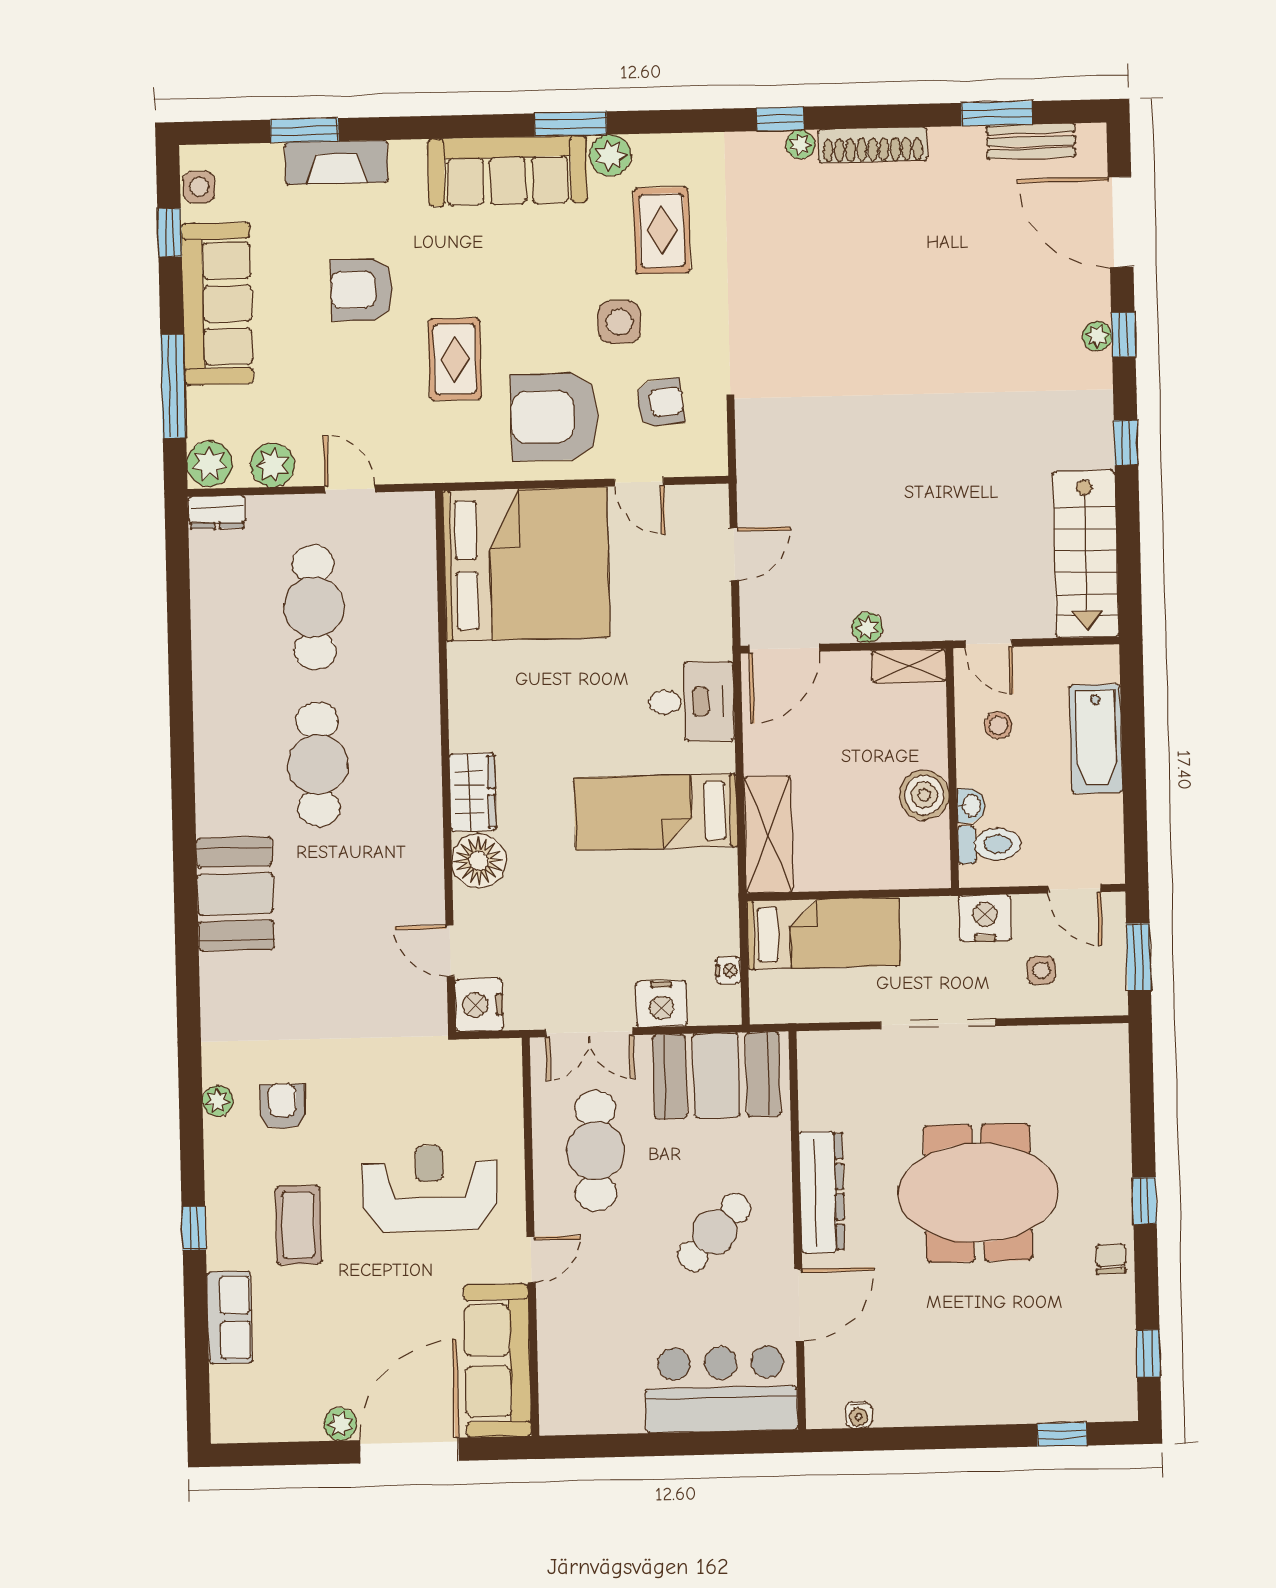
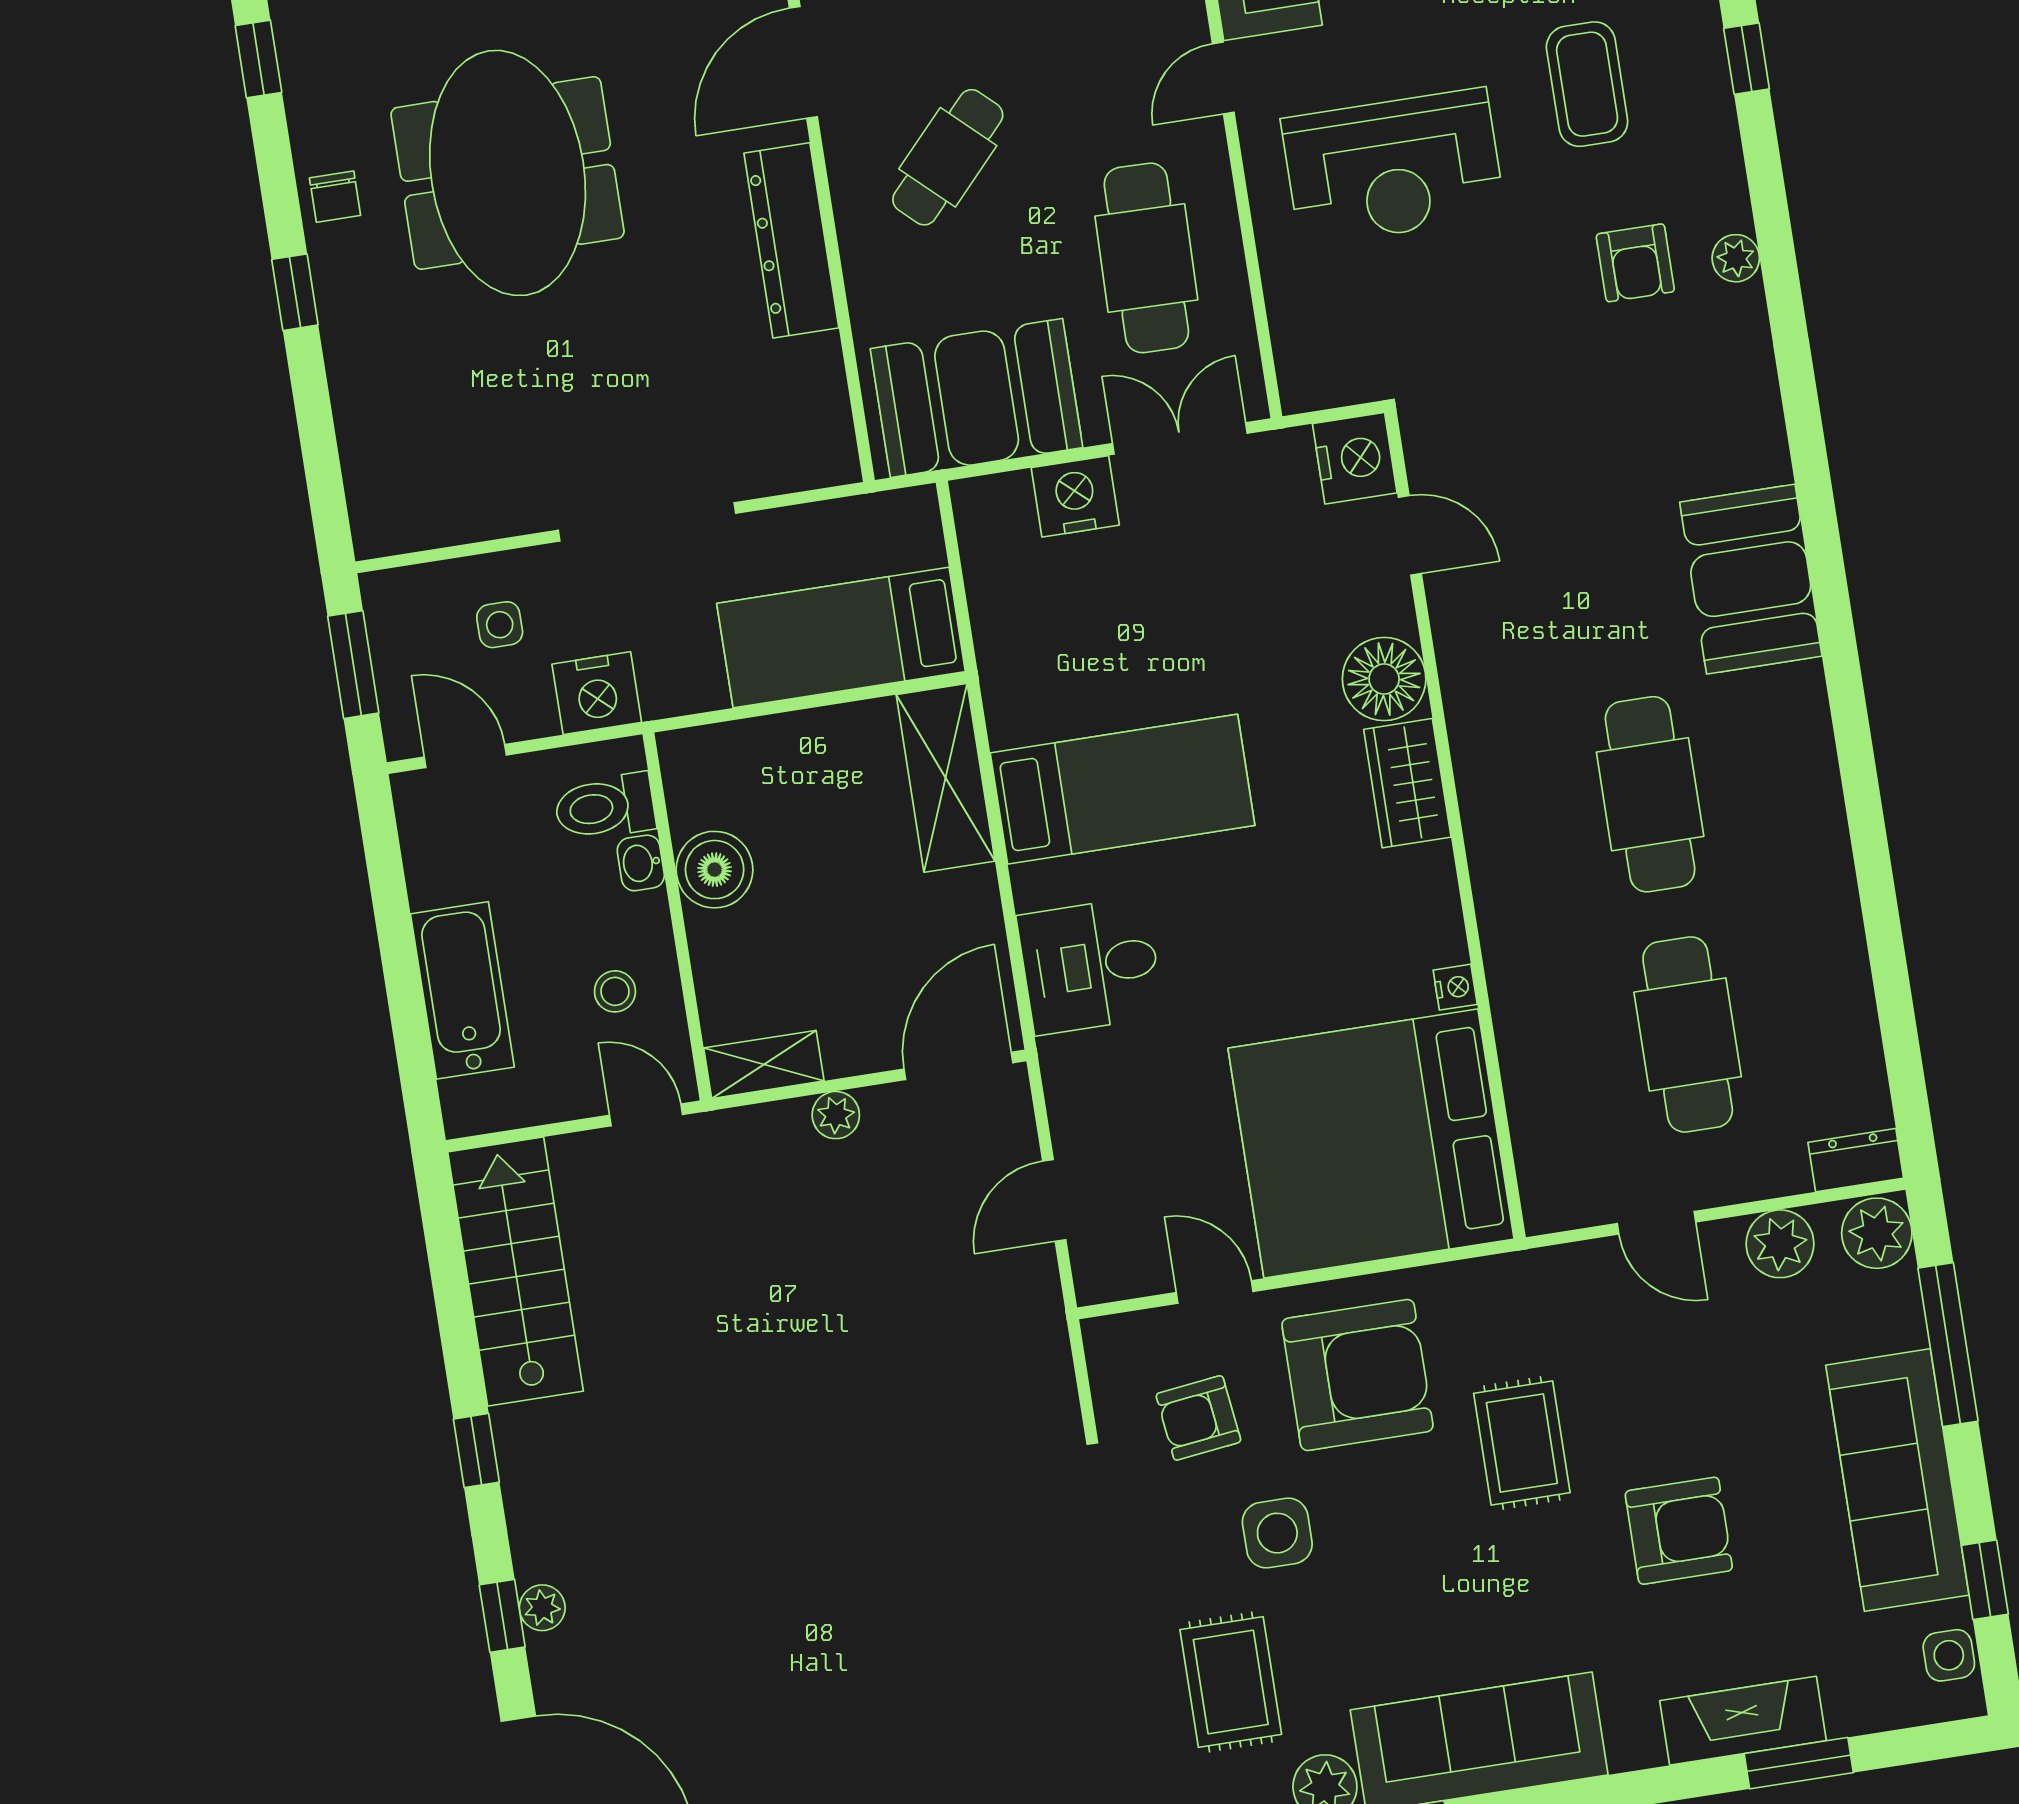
nightstand: (728, 970) -> (1455, 987), moved, turned 180
meeting table: (978, 1193) -> (508, 173), moved, turned 90

